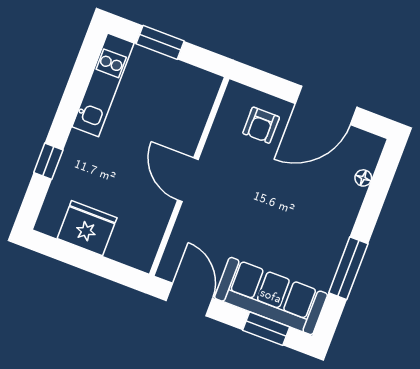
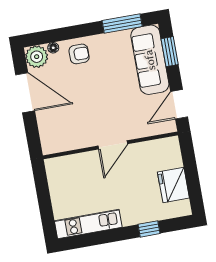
window: (160, 42) -> (45, 206), removed
armchair: (261, 125) -> (79, 54), moved
plant: (365, 149) -> (37, 57), added
window: (348, 268) -> (122, 24), moved

